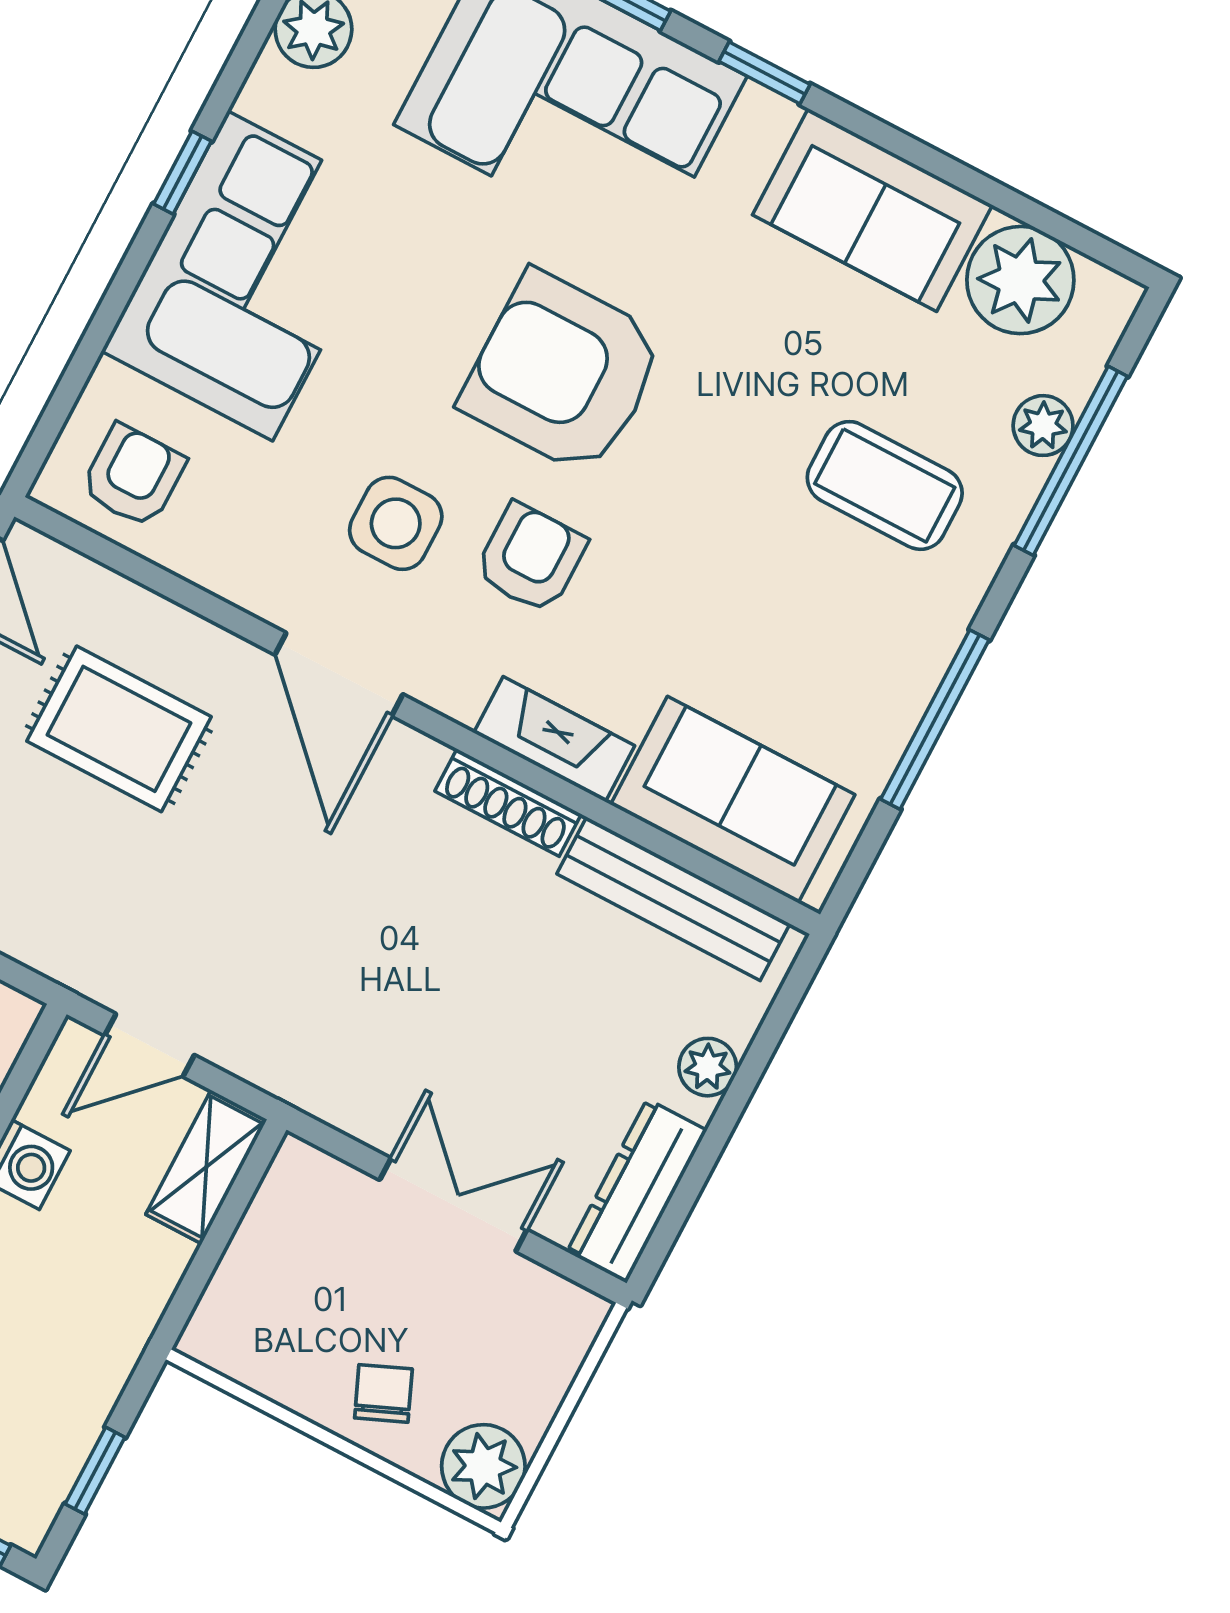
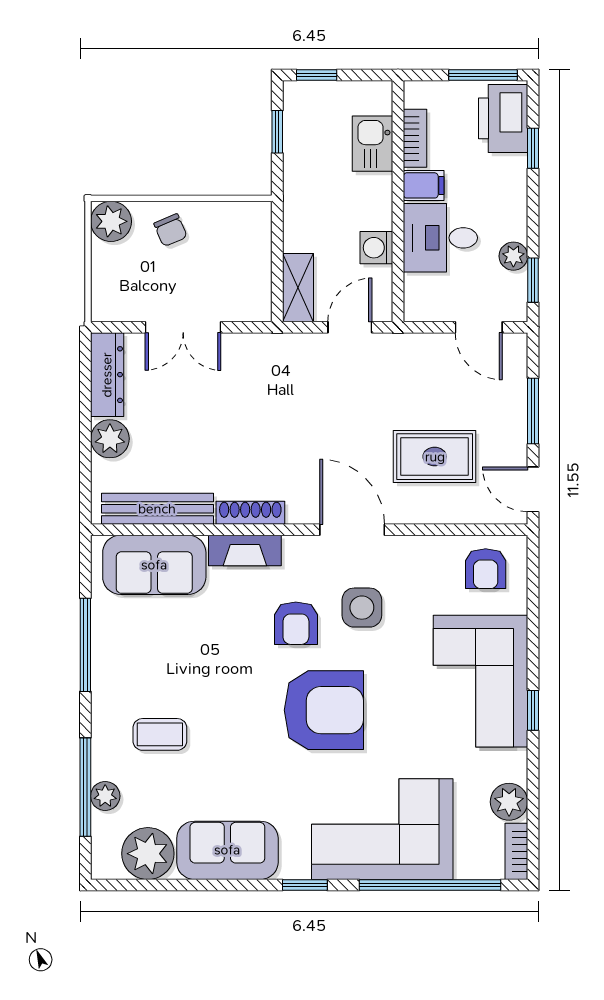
coffee table: (885, 485) -> (160, 734), width x0.73, depth x0.77
plant: (708, 1067) -> (110, 439), width x1.38, depth x1.38

